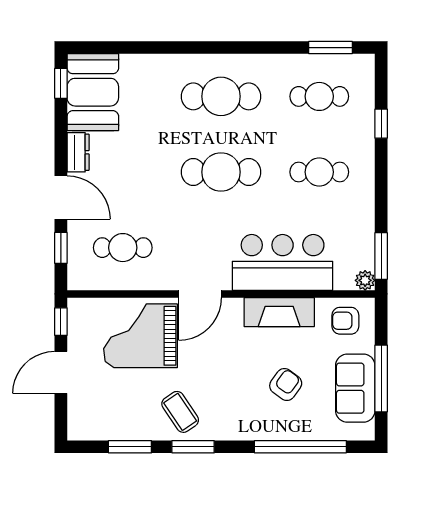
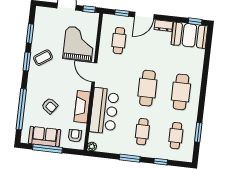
window: (331, 48) -> (198, 132), moved
window: (381, 256) -> (130, 158), moved

